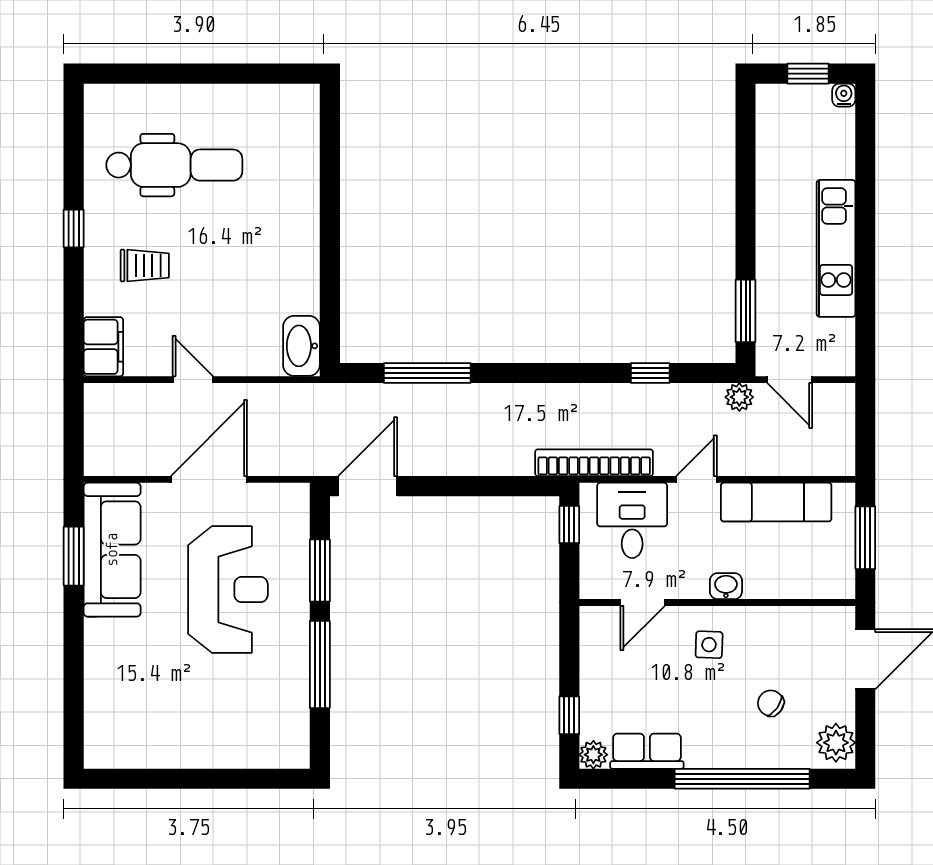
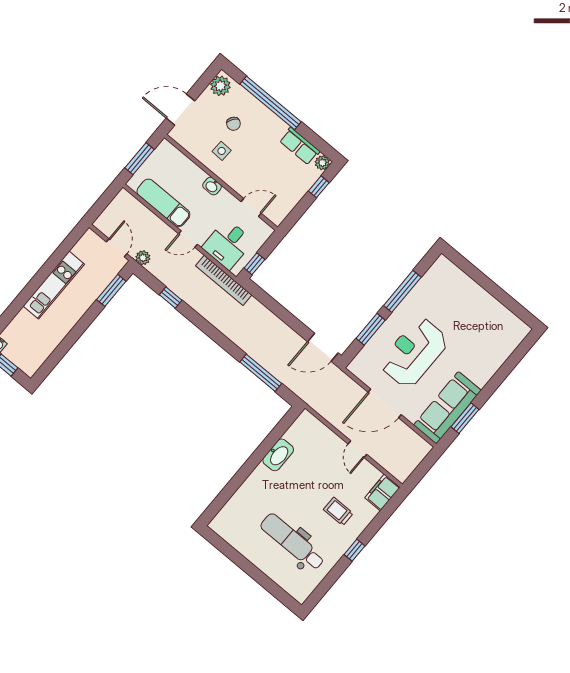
washbasin: (301, 346) -> (278, 455), moved
side table: (709, 645) -> (222, 151), moved

